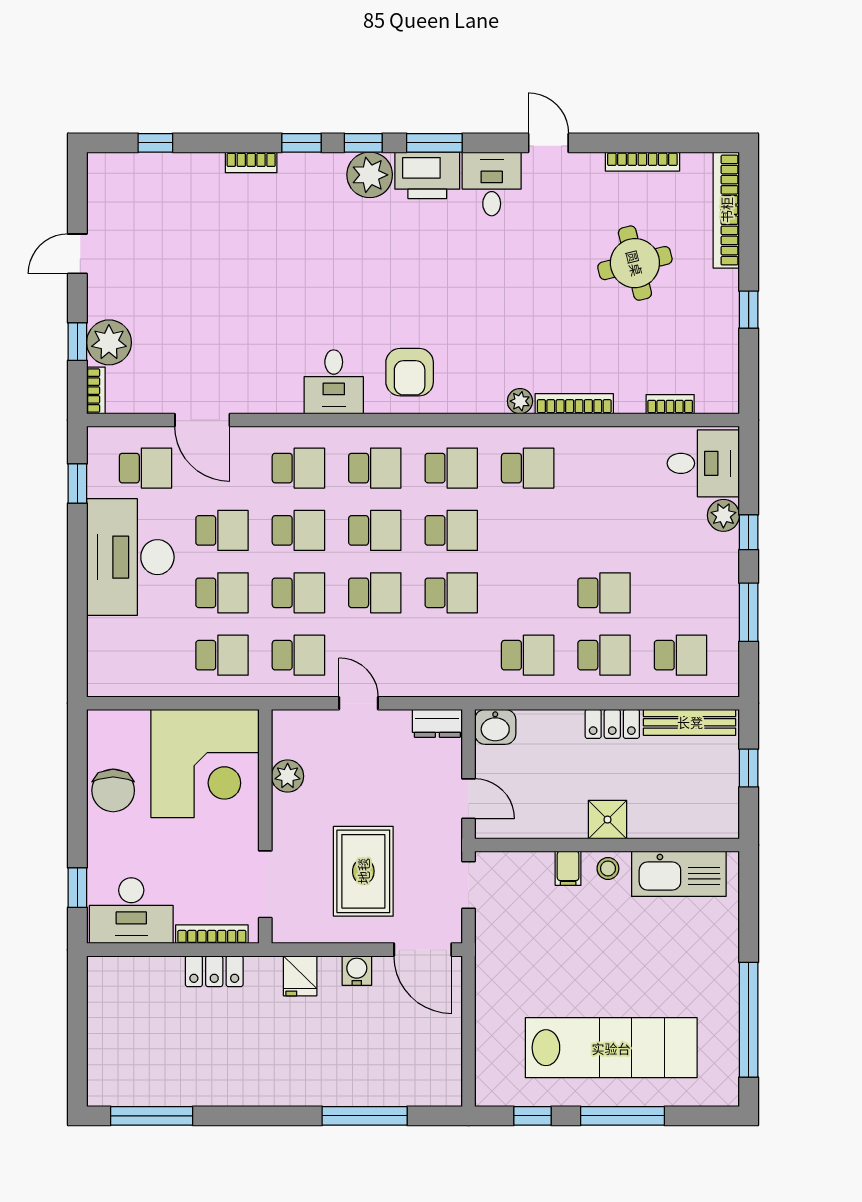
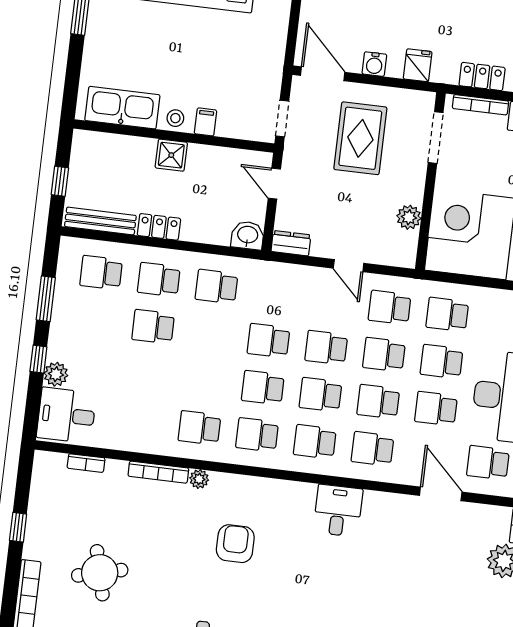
armchair: (410, 372) -> (235, 544), moved

